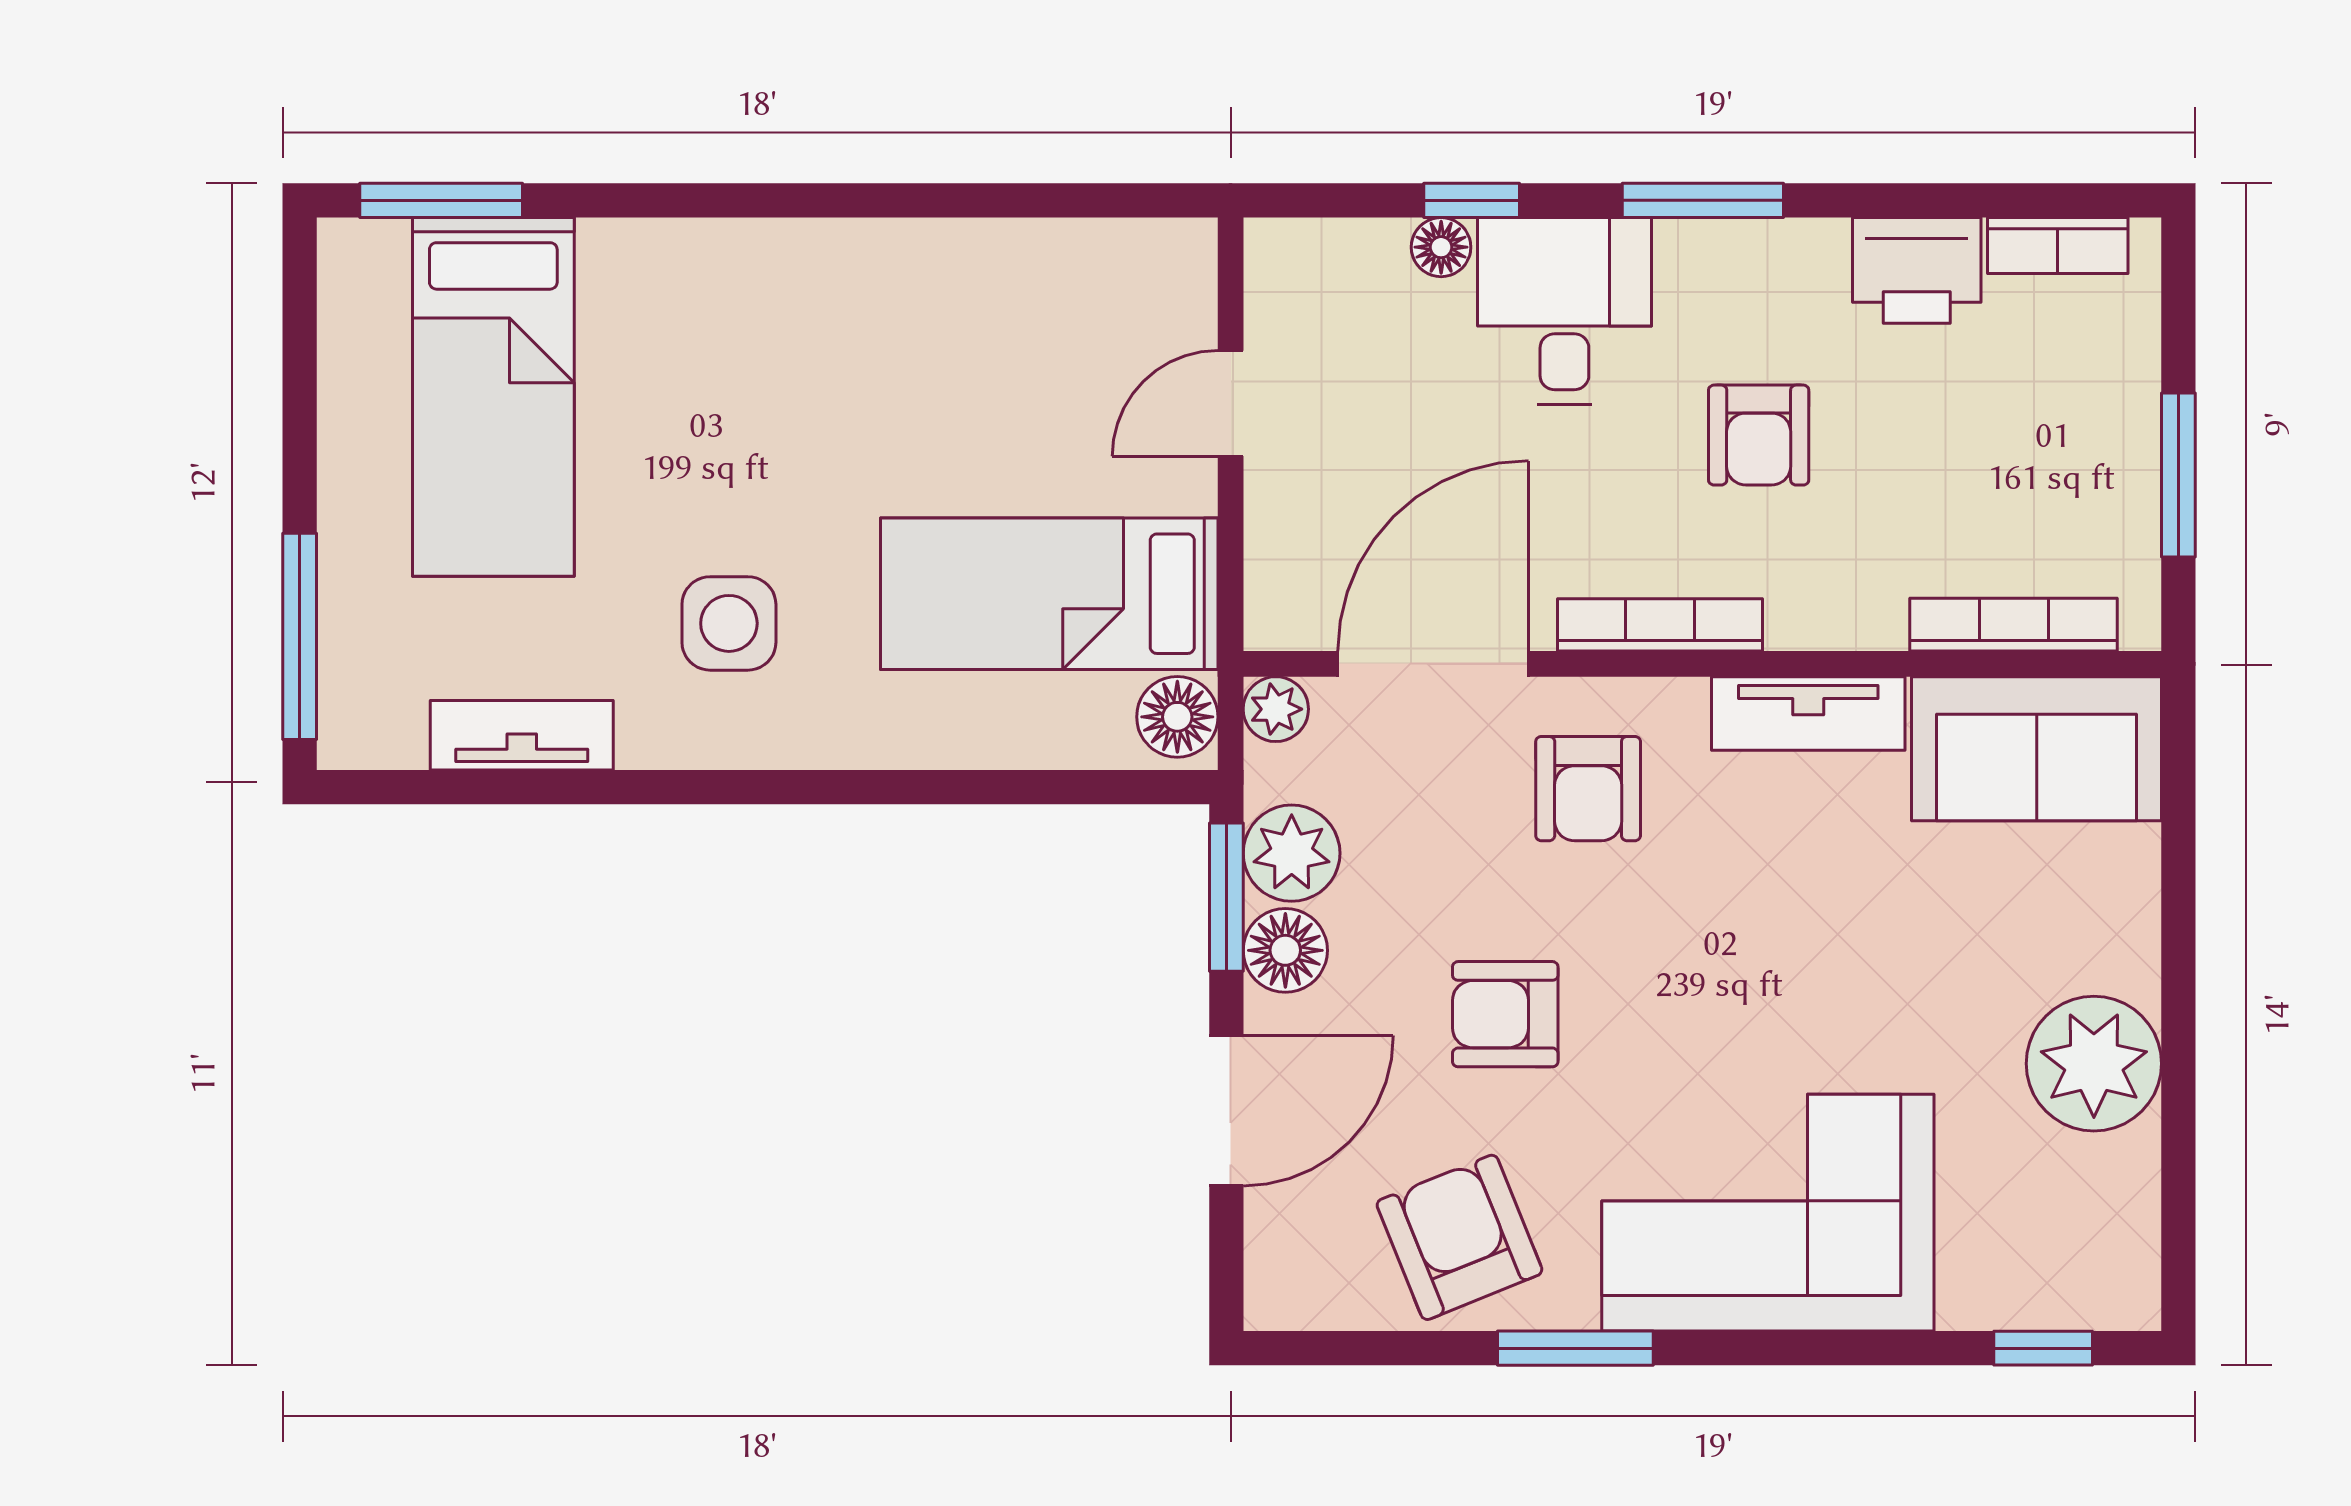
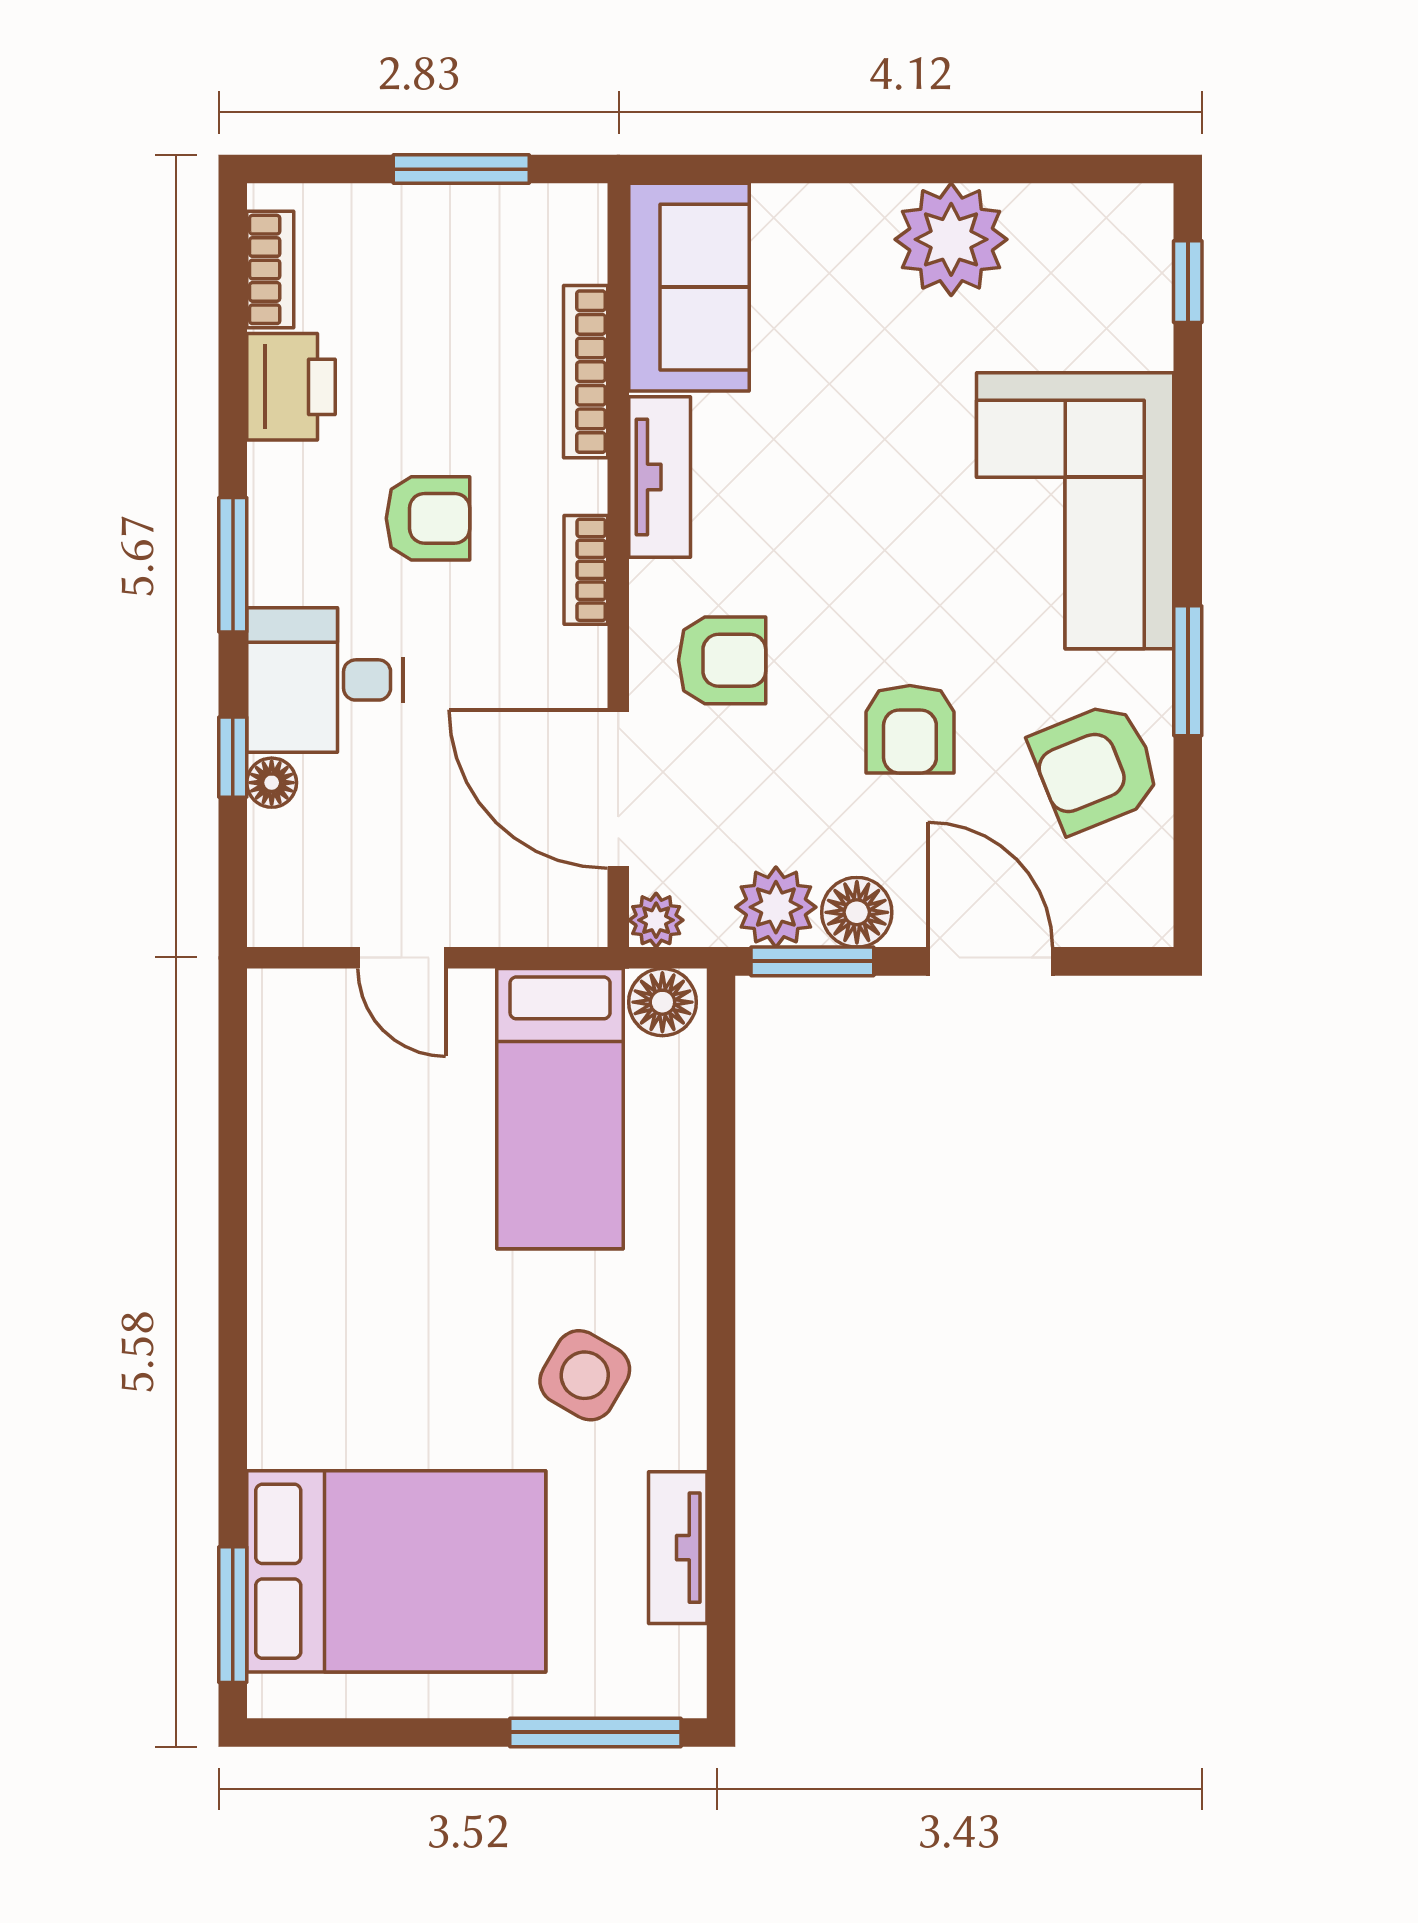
bed: (493, 397) -> (396, 1571), width x1.50
side table: (729, 623) -> (585, 1375), turned 30
bookcase: (1660, 625) -> (586, 570), width x0.64
bookcase: (2014, 625) -> (586, 372), moved

